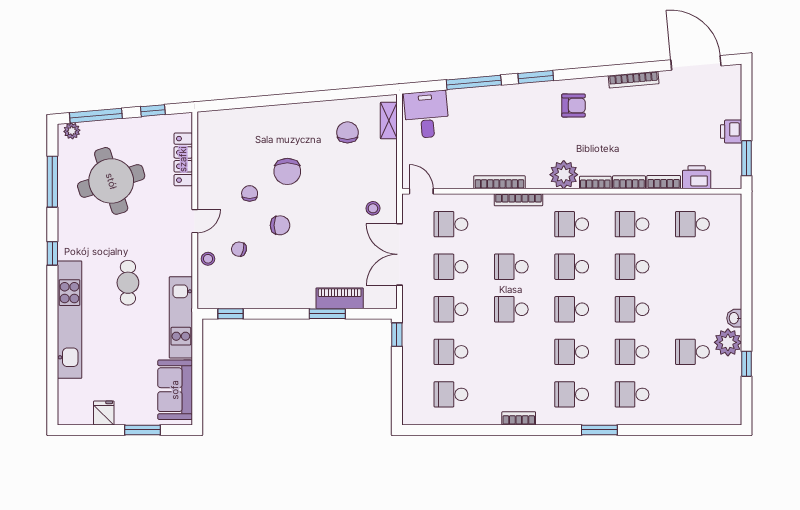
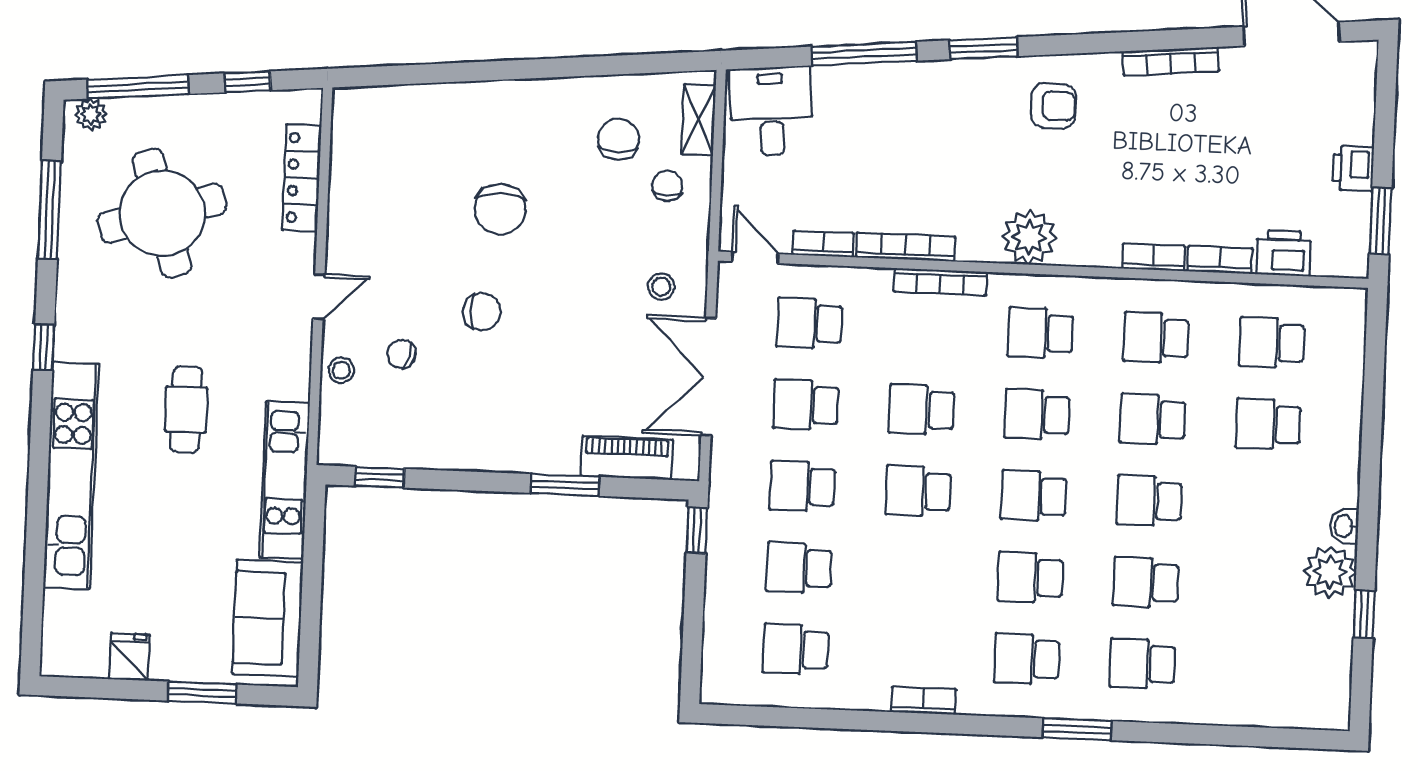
bookcase: (595, 182) -> (823, 244), moved
chair: (250, 193) -> (667, 186), moved
piano: (340, 298) -> (627, 458), moved
school desk: (692, 352) -> (1268, 424), moved

